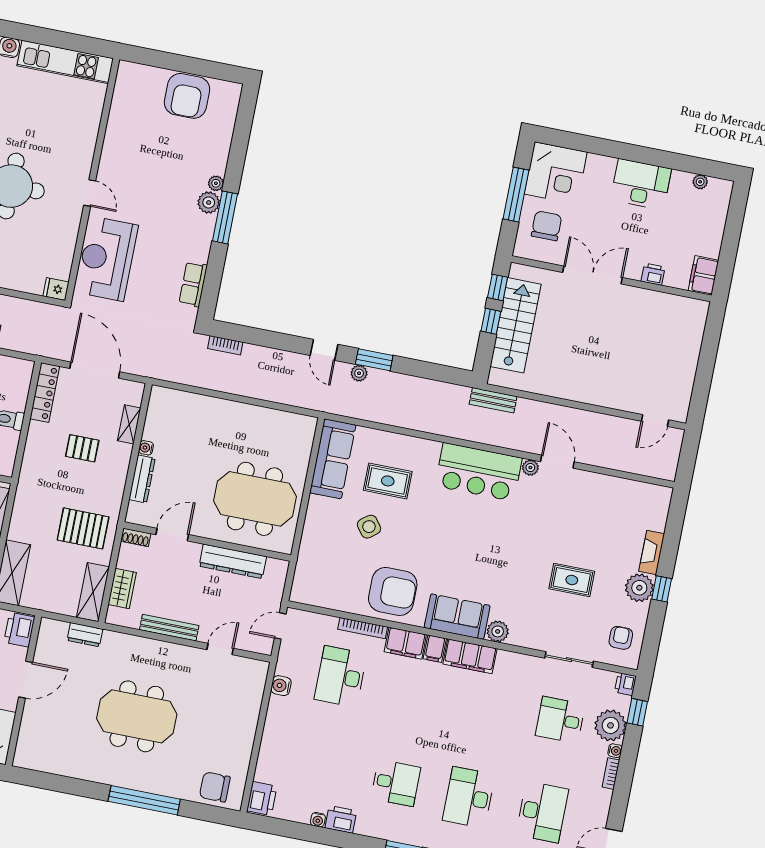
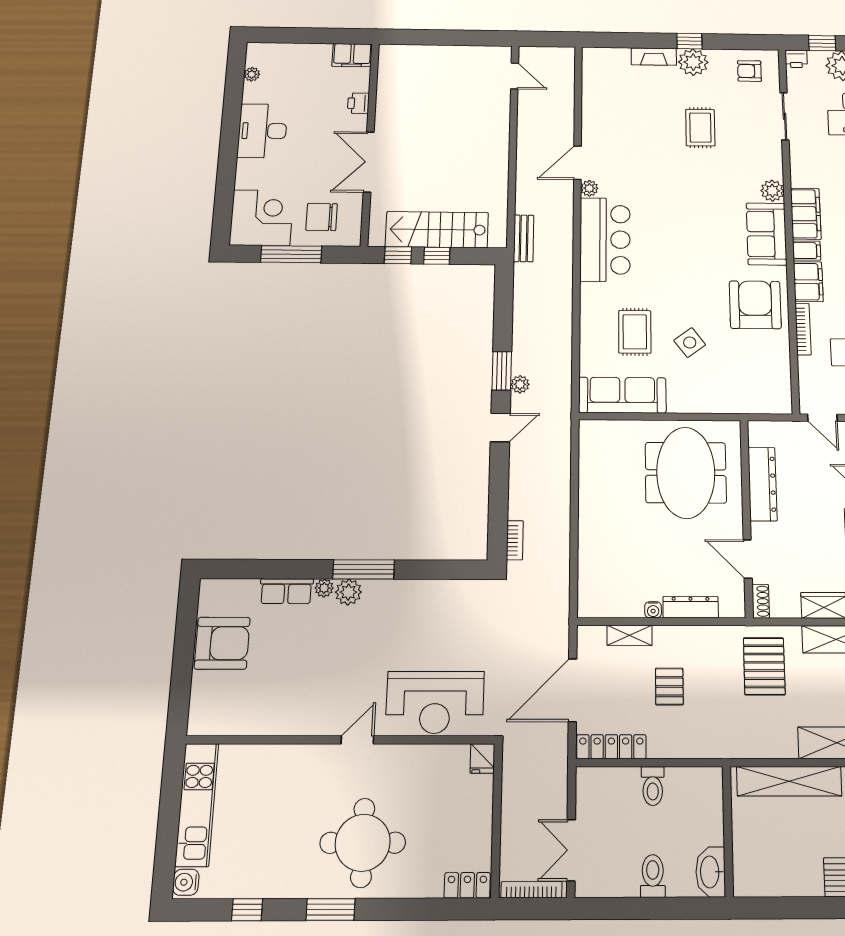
row of seats: (193, 284) -> (286, 591), moved

